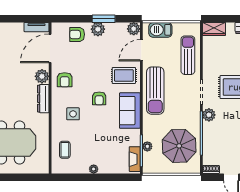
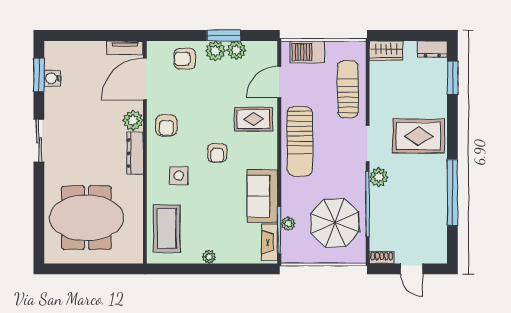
plant: (134, 29) -> (237, 50), moved
sofa: (130, 111) -> (262, 196), moved
coffee table: (65, 150) -> (167, 228), width x1.86, depth x1.72

